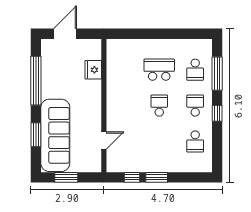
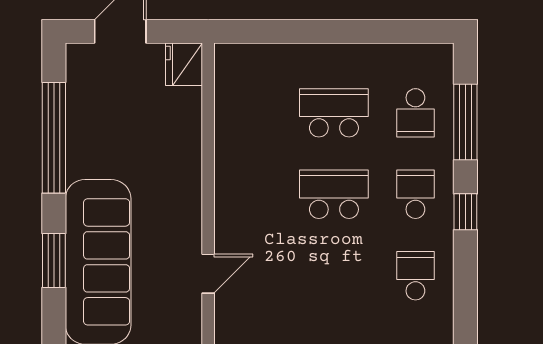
fridge: (93, 70) -> (184, 64), moved
school desk: (159, 106) -> (334, 194), width x1.85
school desk: (195, 141) -> (415, 276), turned 180

